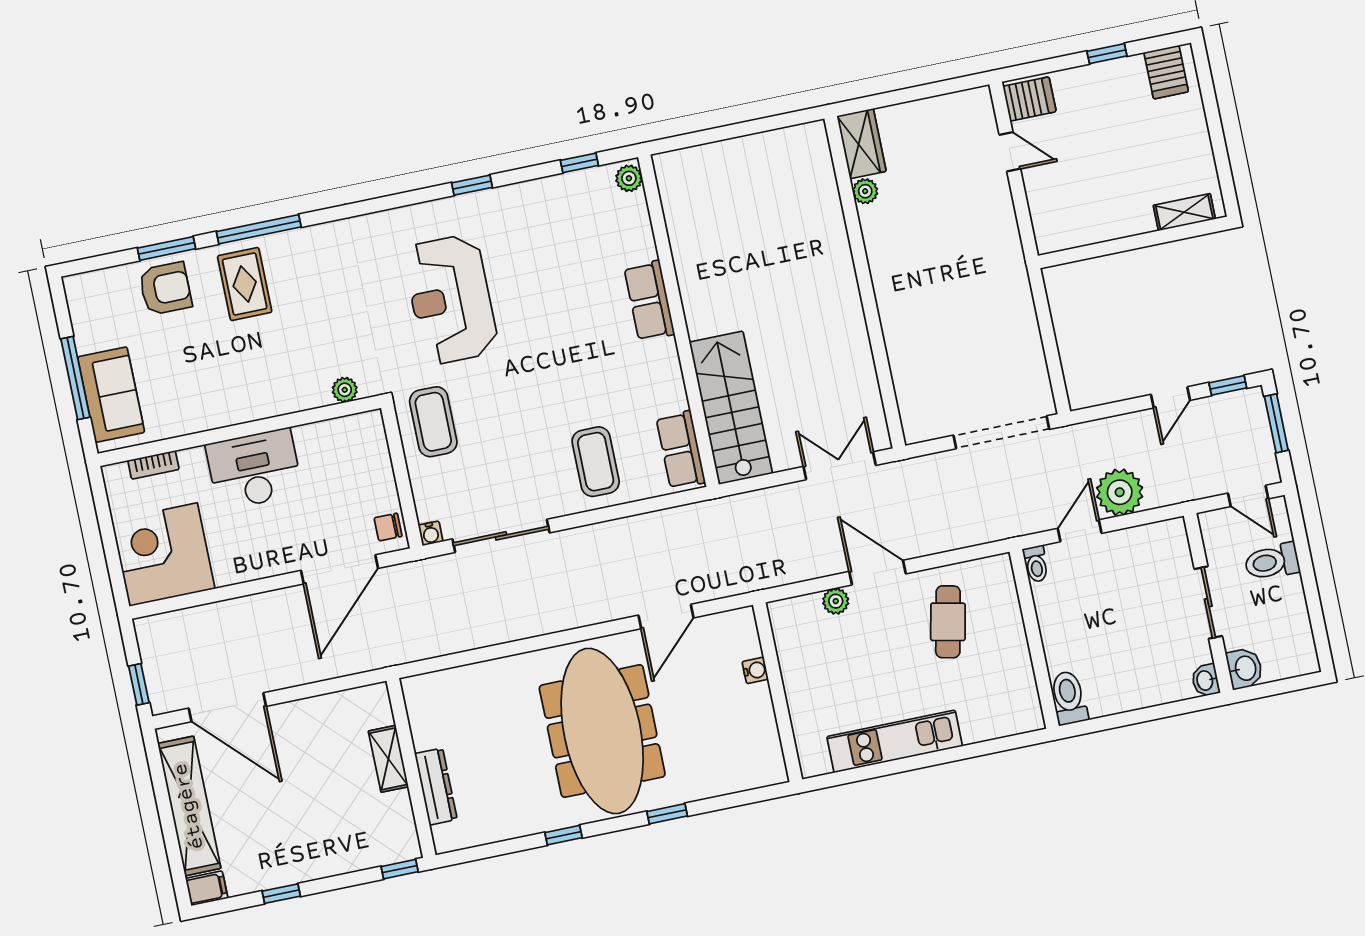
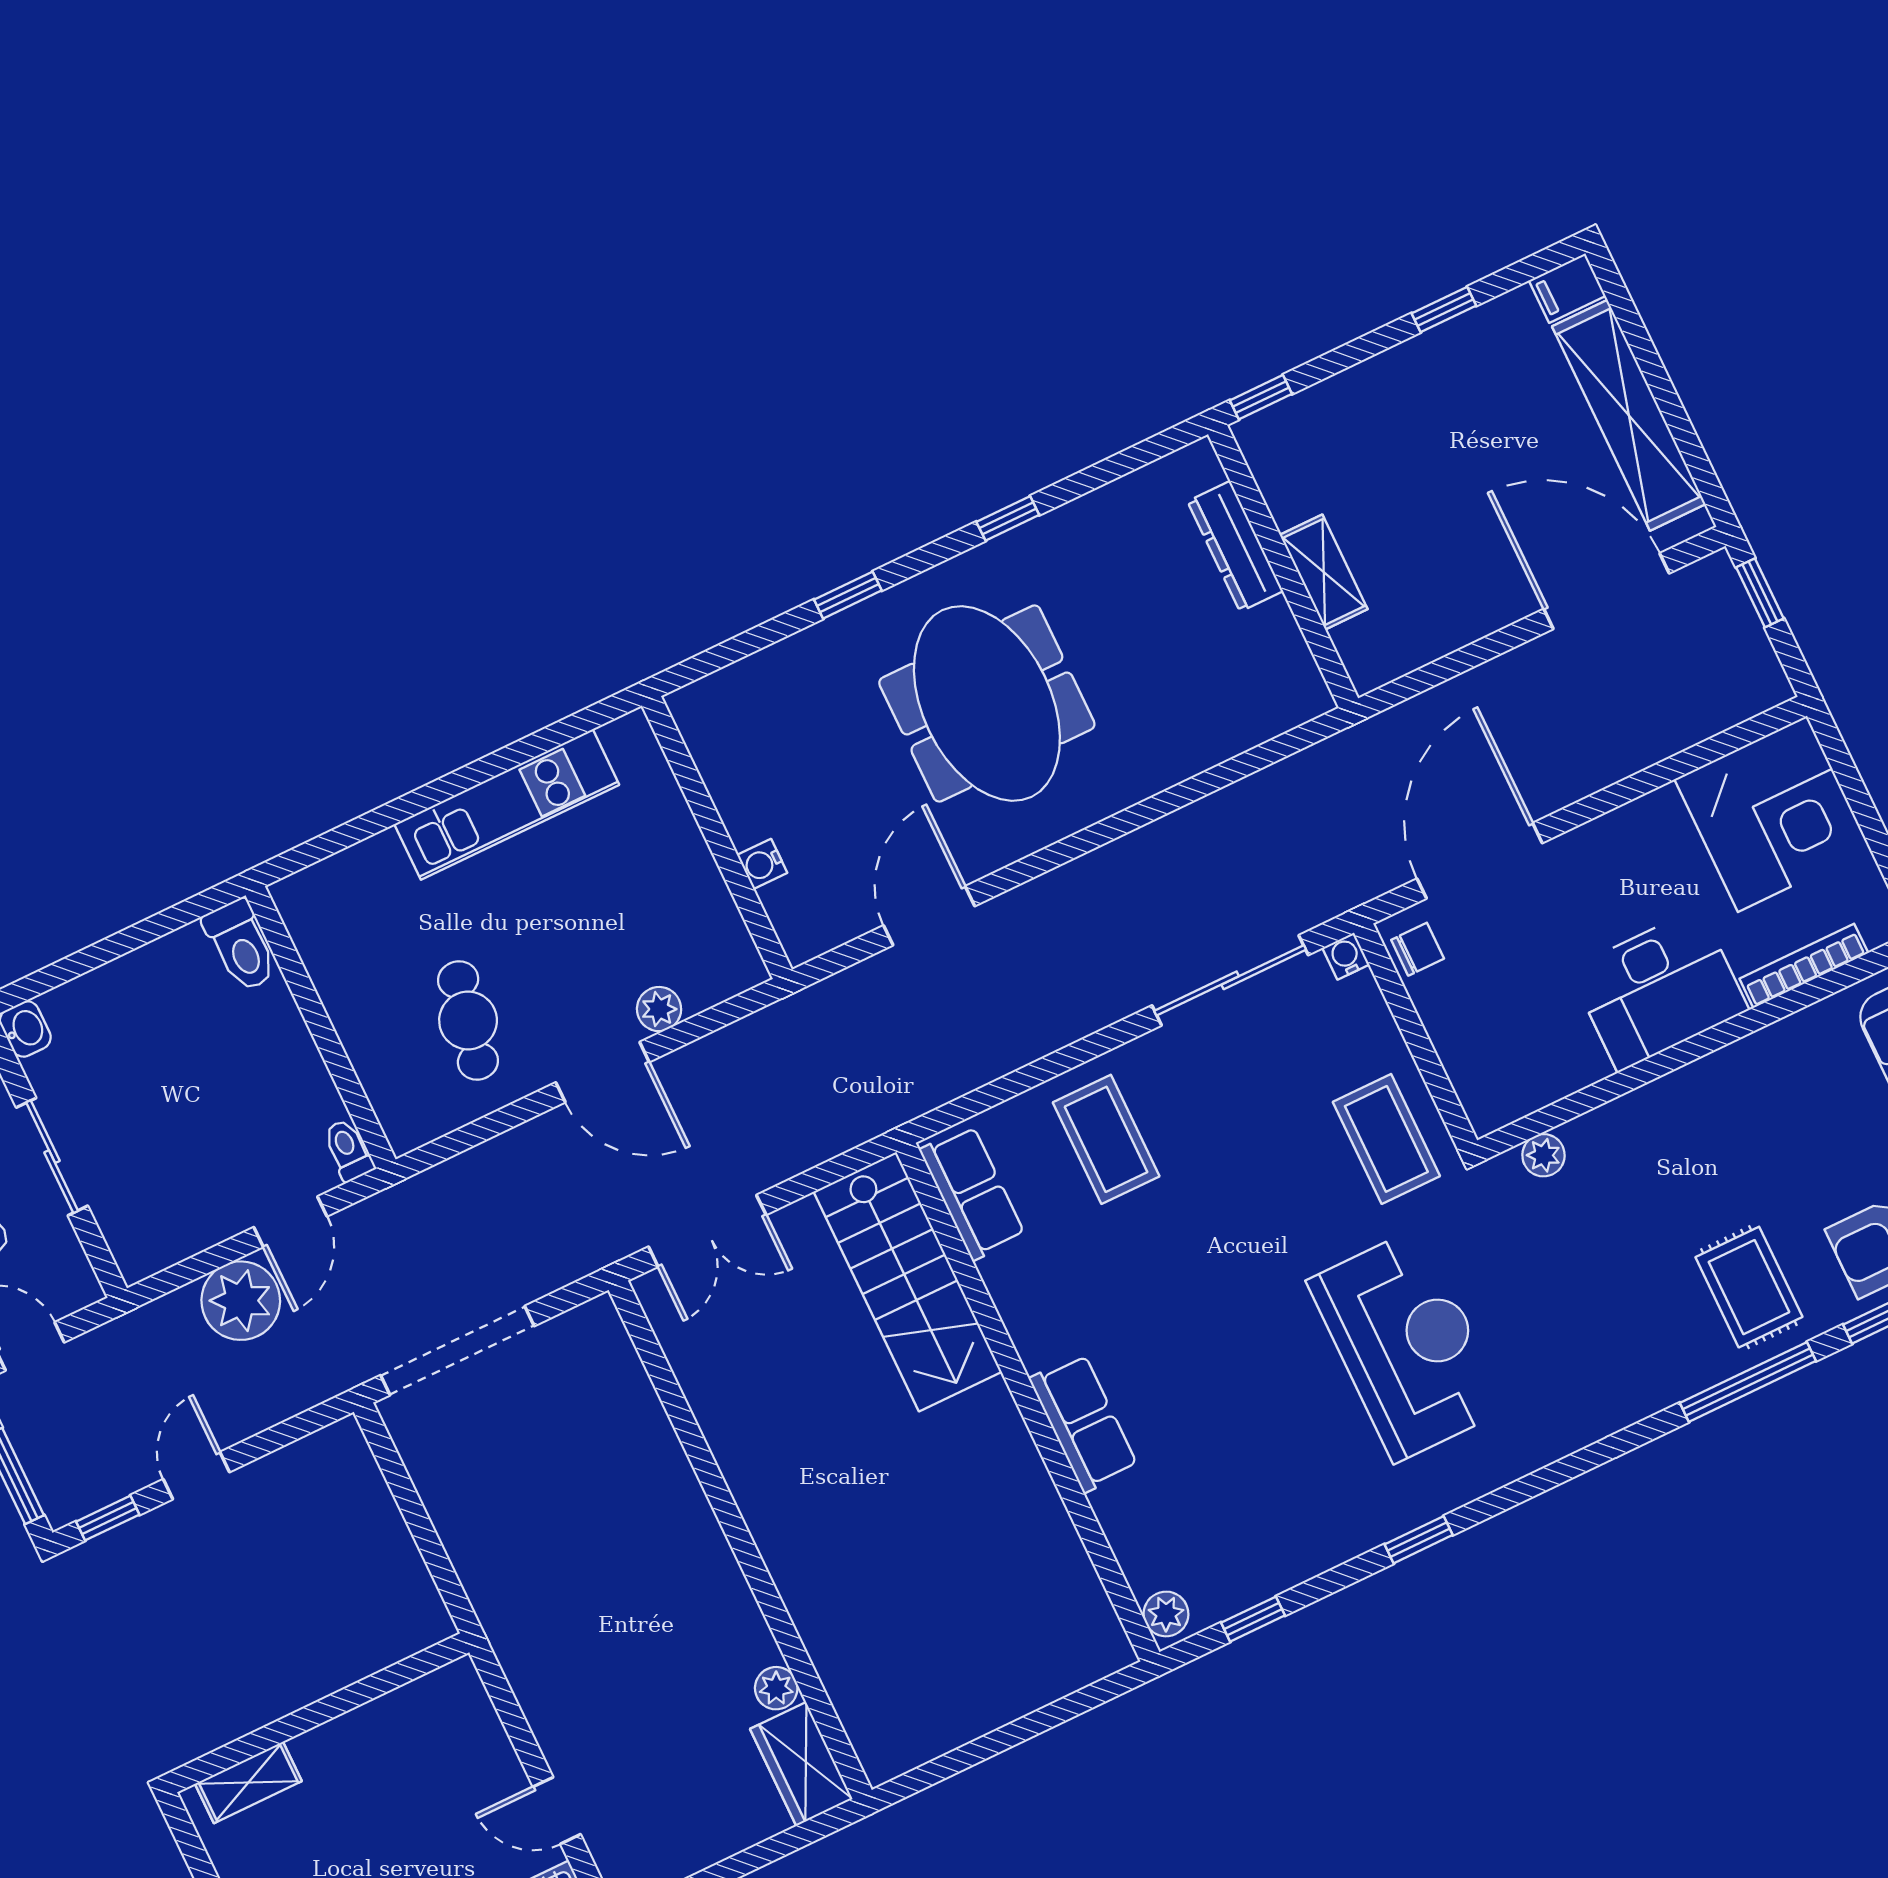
bookcase: (153, 465) -> (1804, 966), width x1.56
meeting table: (602, 731) -> (987, 703), width x0.73

